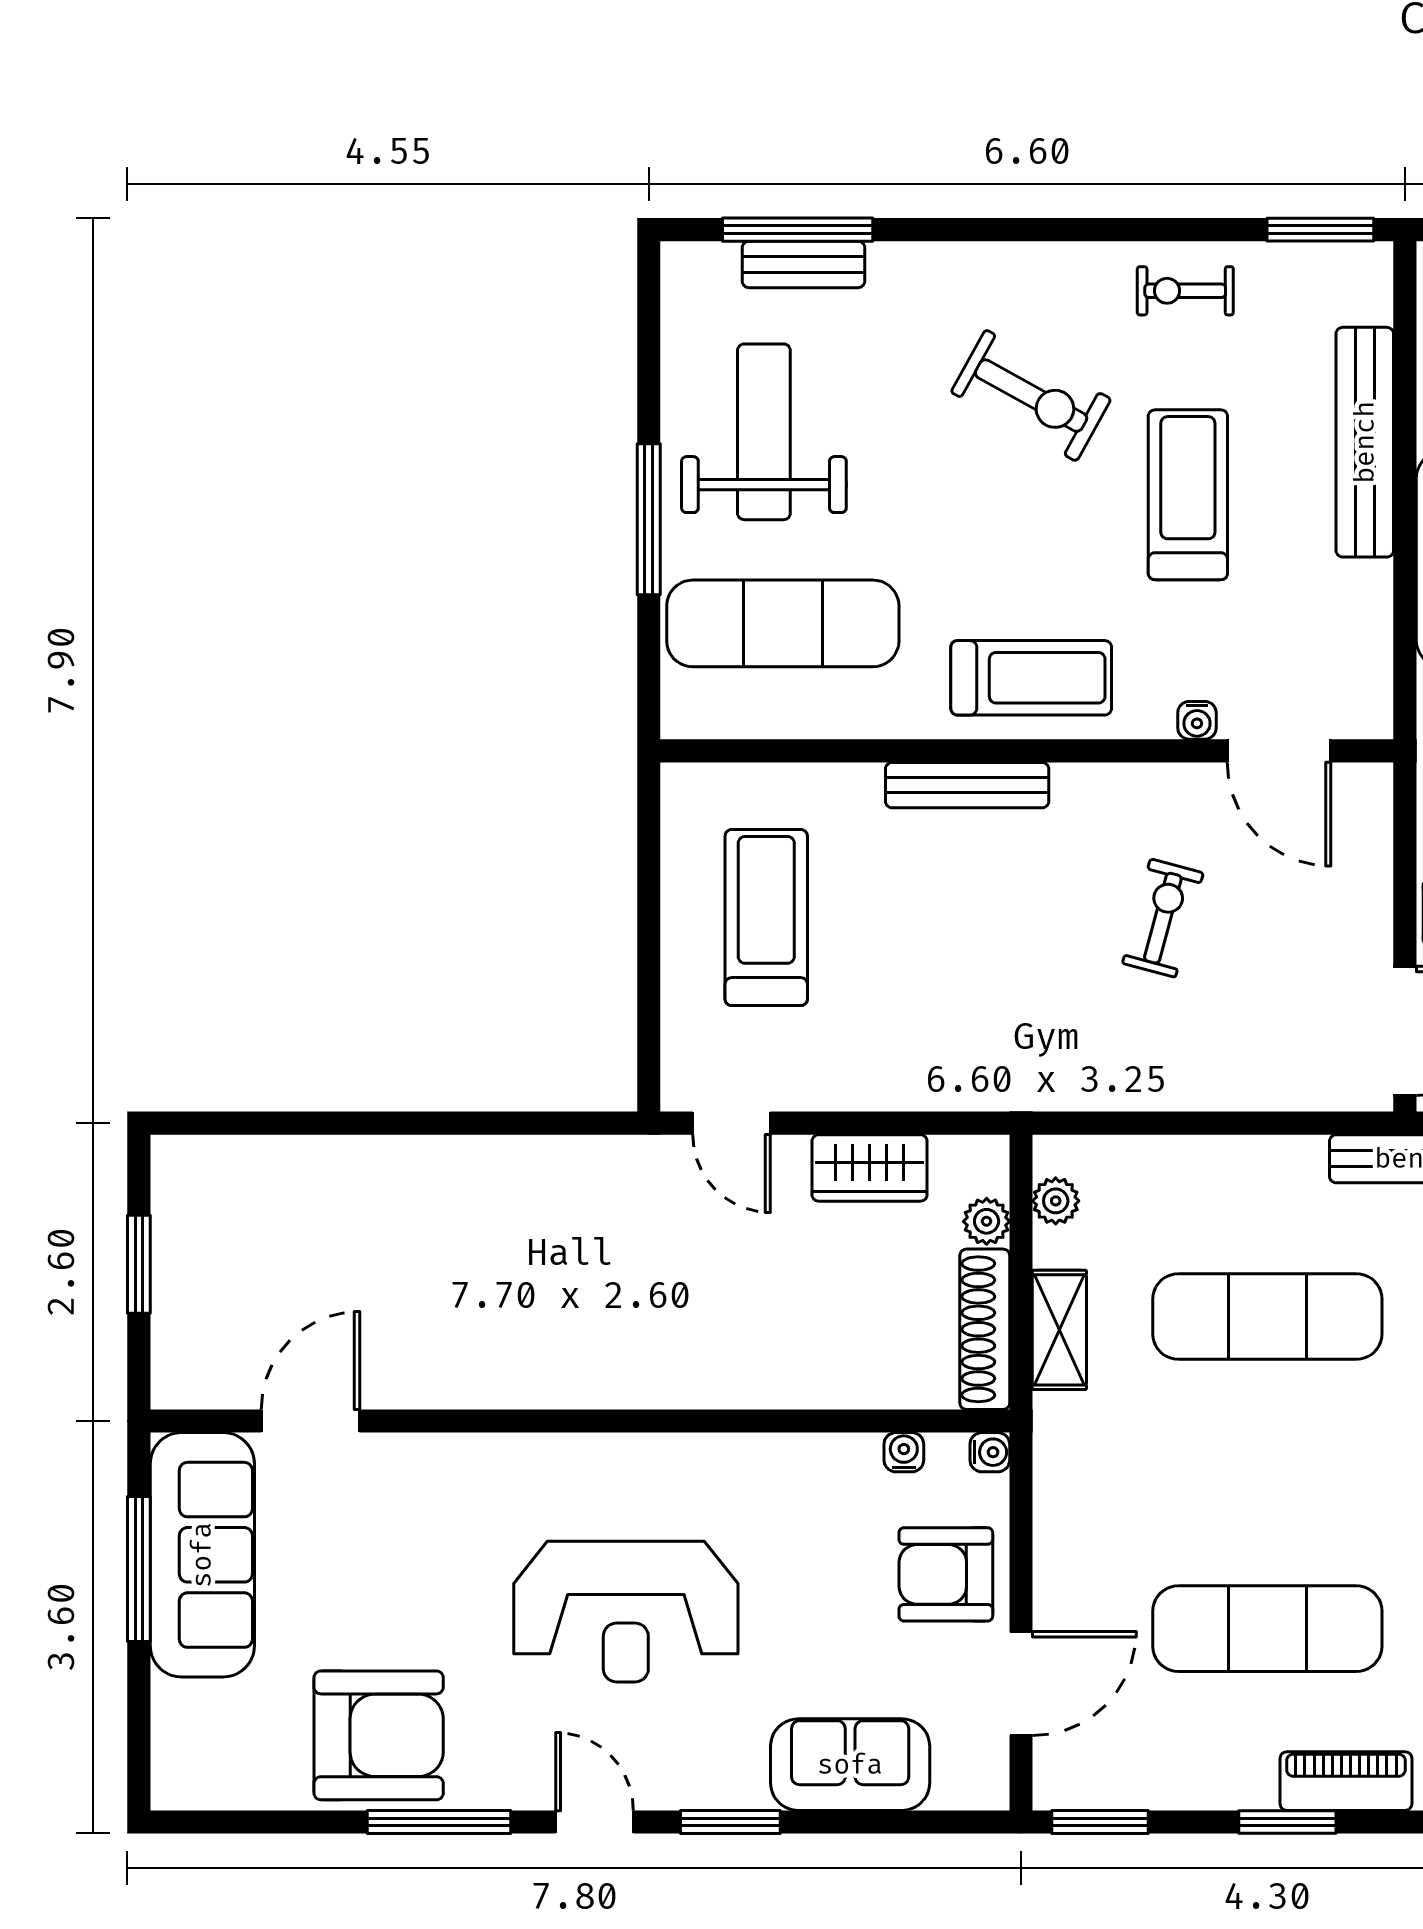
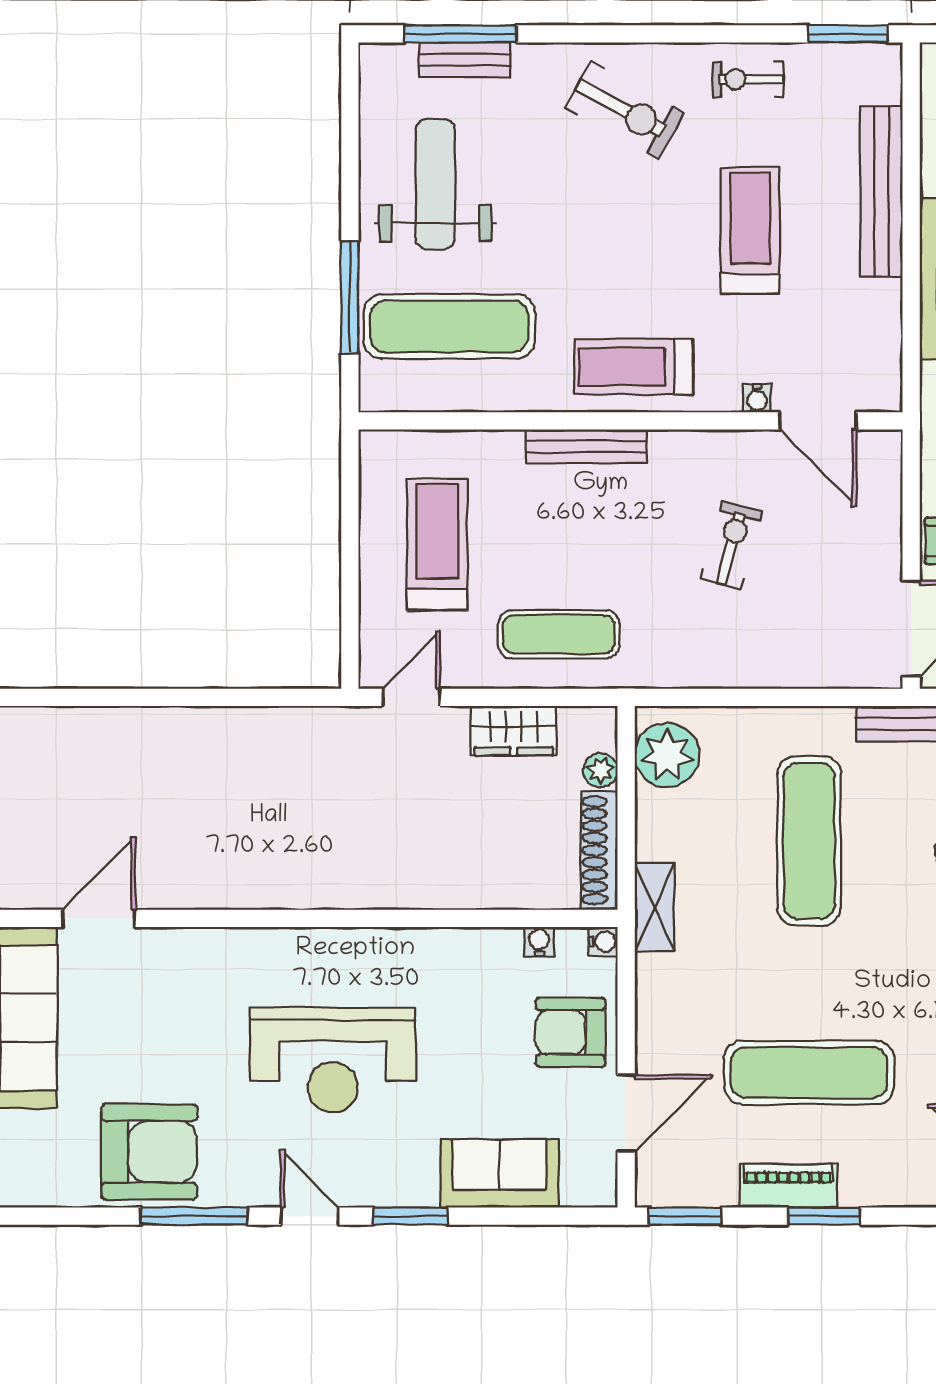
exercise bike: (1031, 396) -> (625, 110), moved
window: (649, 519) -> (350, 297), moved
treadmill: (1031, 678) -> (634, 367), turned 180
exercise mat: (930, 1038) -> (559, 634), added
door: (731, 1123) -> (411, 697), swing flipped
plant: (1056, 1201) -> (667, 755), width x1.87, depth x1.87
exercise mat: (1267, 1317) -> (809, 841), turned 90
shelving: (1059, 1330) -> (655, 907), moved
piano: (1346, 1781) -> (788, 1186), moved

